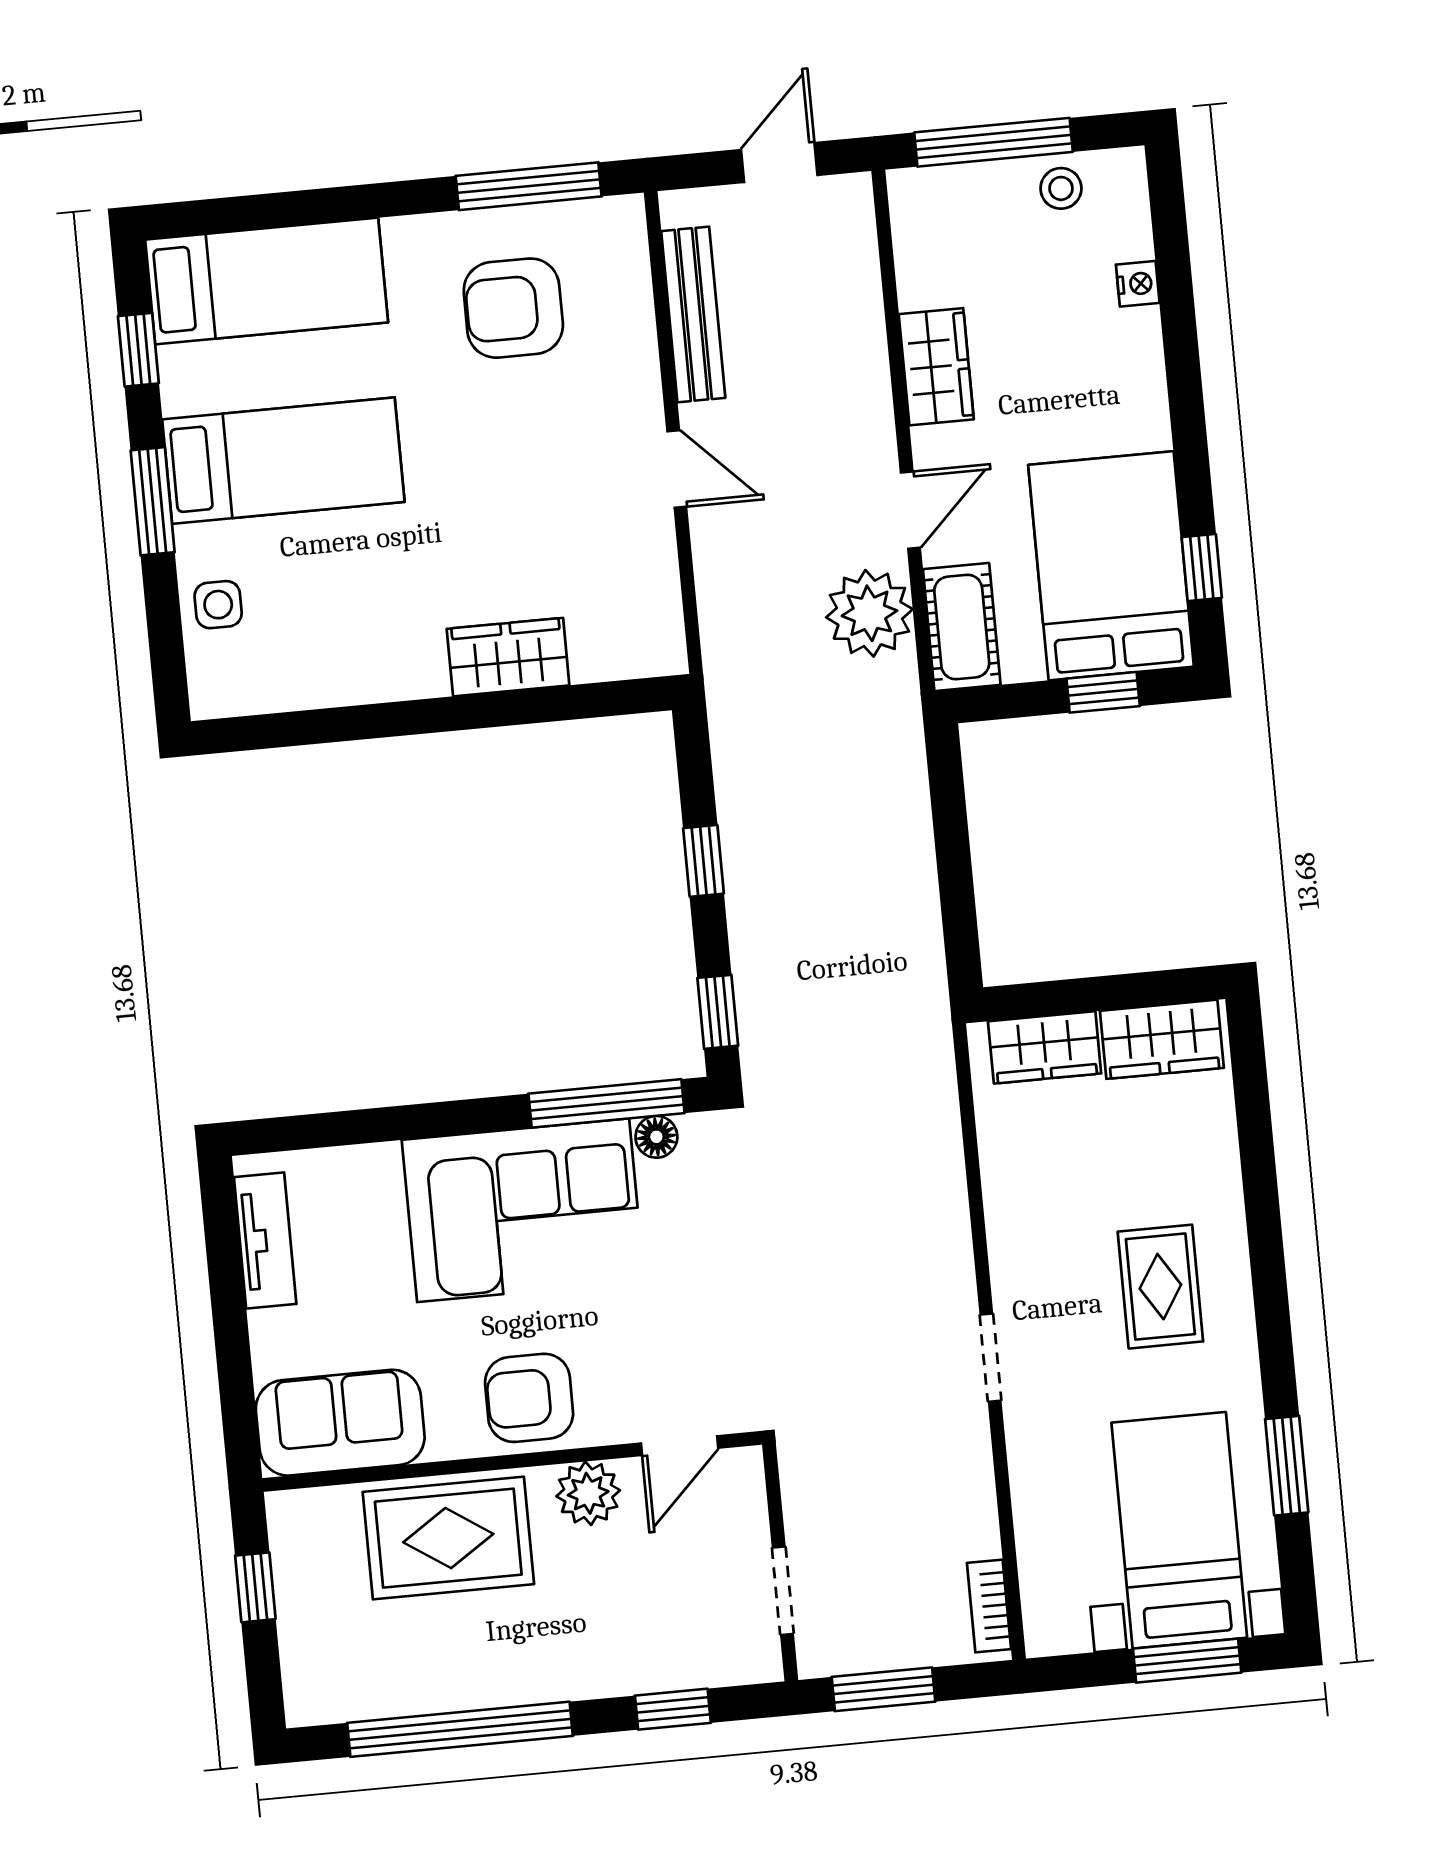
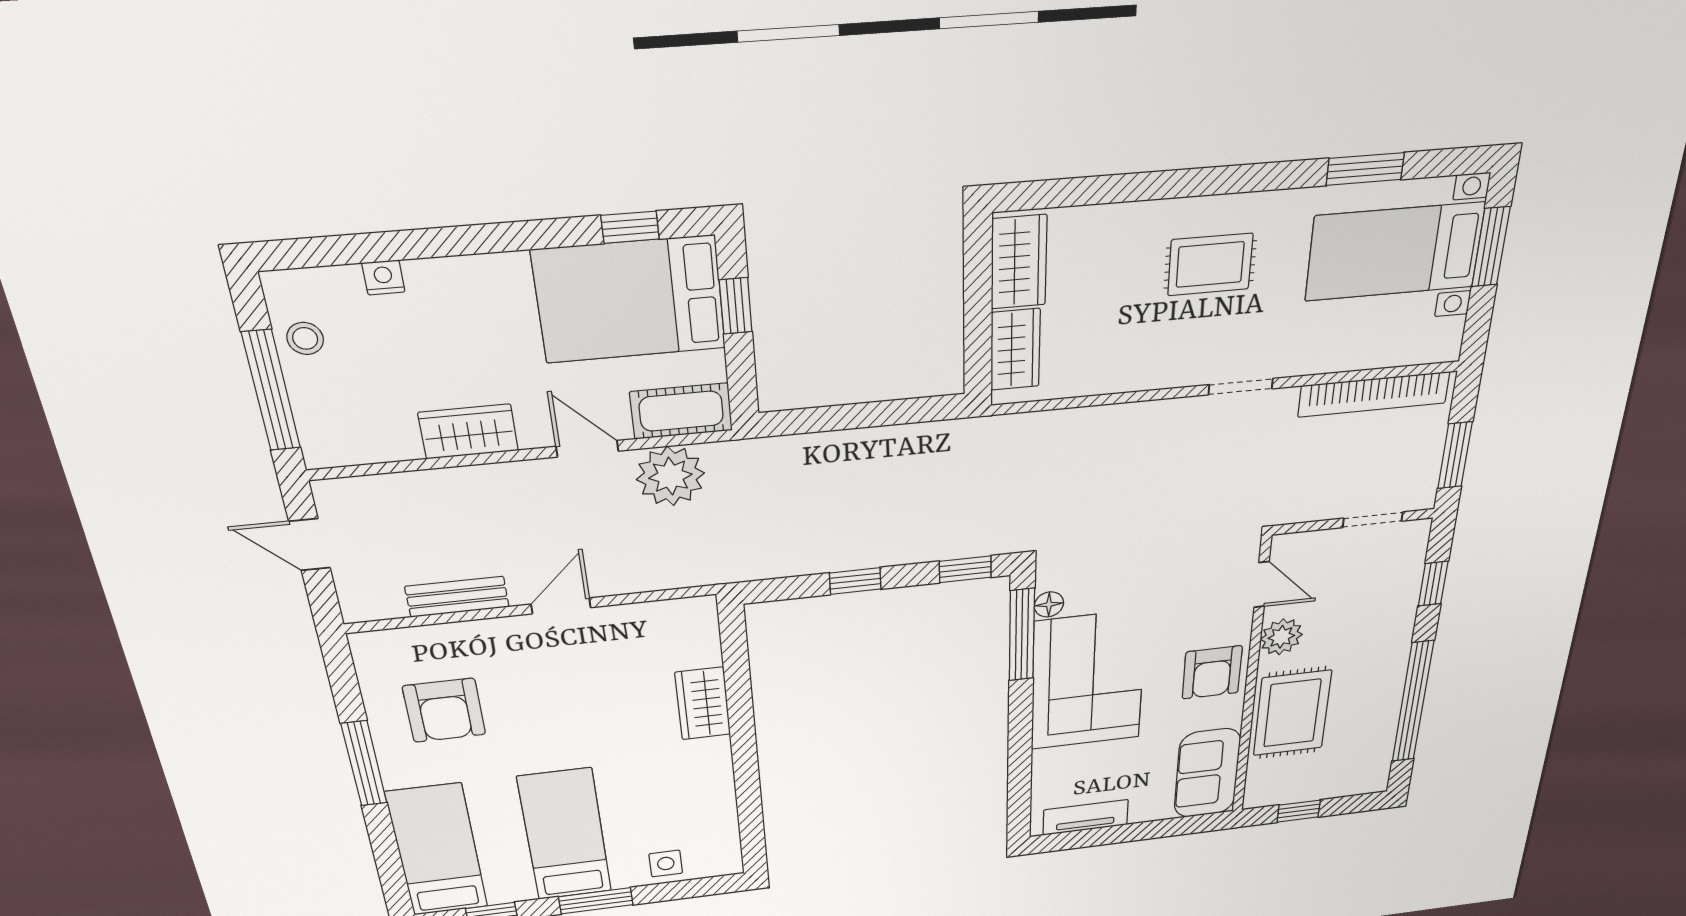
window: (529, 186) -> (364, 764), moved
bench: (693, 314) -> (457, 597), width x0.73
bookcase: (989, 1606) -> (1374, 394), width x2.31, depth x1.31

